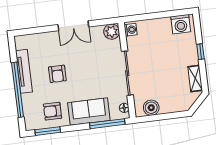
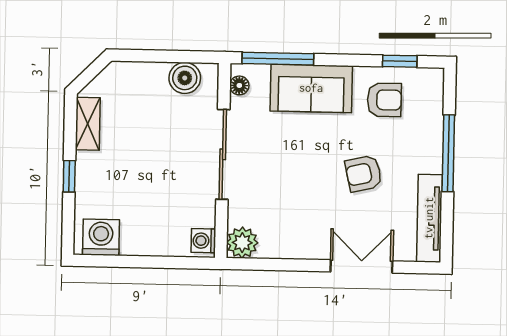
double door: (73, 26) -> (361, 266), moved
tv unit: (24, 71) -> (429, 218), moved
armchair: (57, 74) -> (364, 174), turned -103
window: (18, 90) -> (448, 153), width x0.68
window: (48, 131) -> (400, 61), width x0.67

